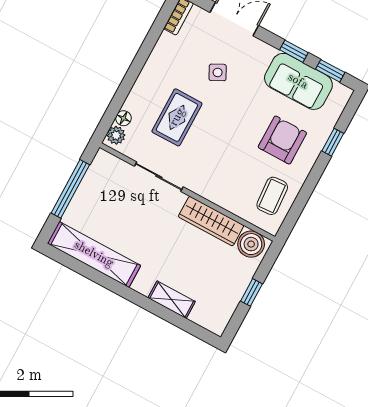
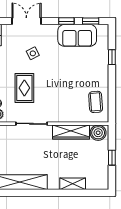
armchair: (282, 140) -> (85, 70), removed

